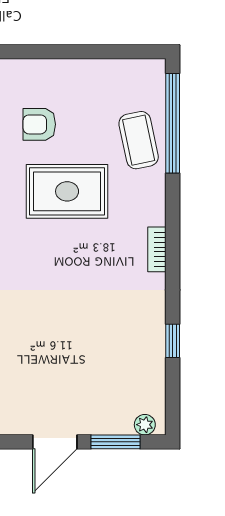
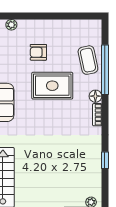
window: (173, 123) -> (105, 70), moved
floor lamp: (154, 212) -> (95, 96), added

